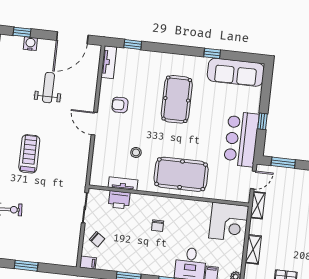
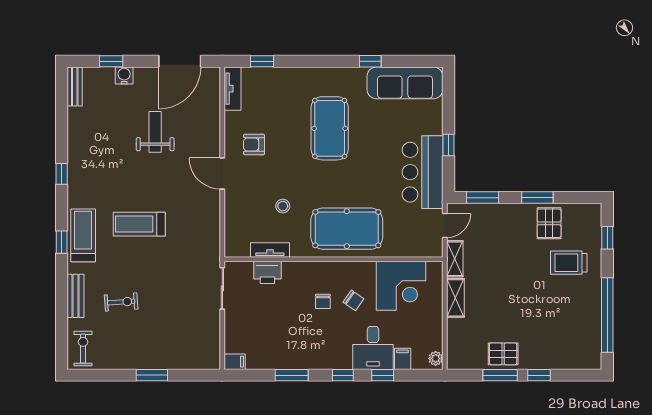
treadmill: (29, 154) -> (139, 224), turned -90
corner desk: (229, 222) -> (401, 286), moved
chair: (97, 239) -> (353, 300), moved
shelving: (253, 249) -> (455, 298), moved

